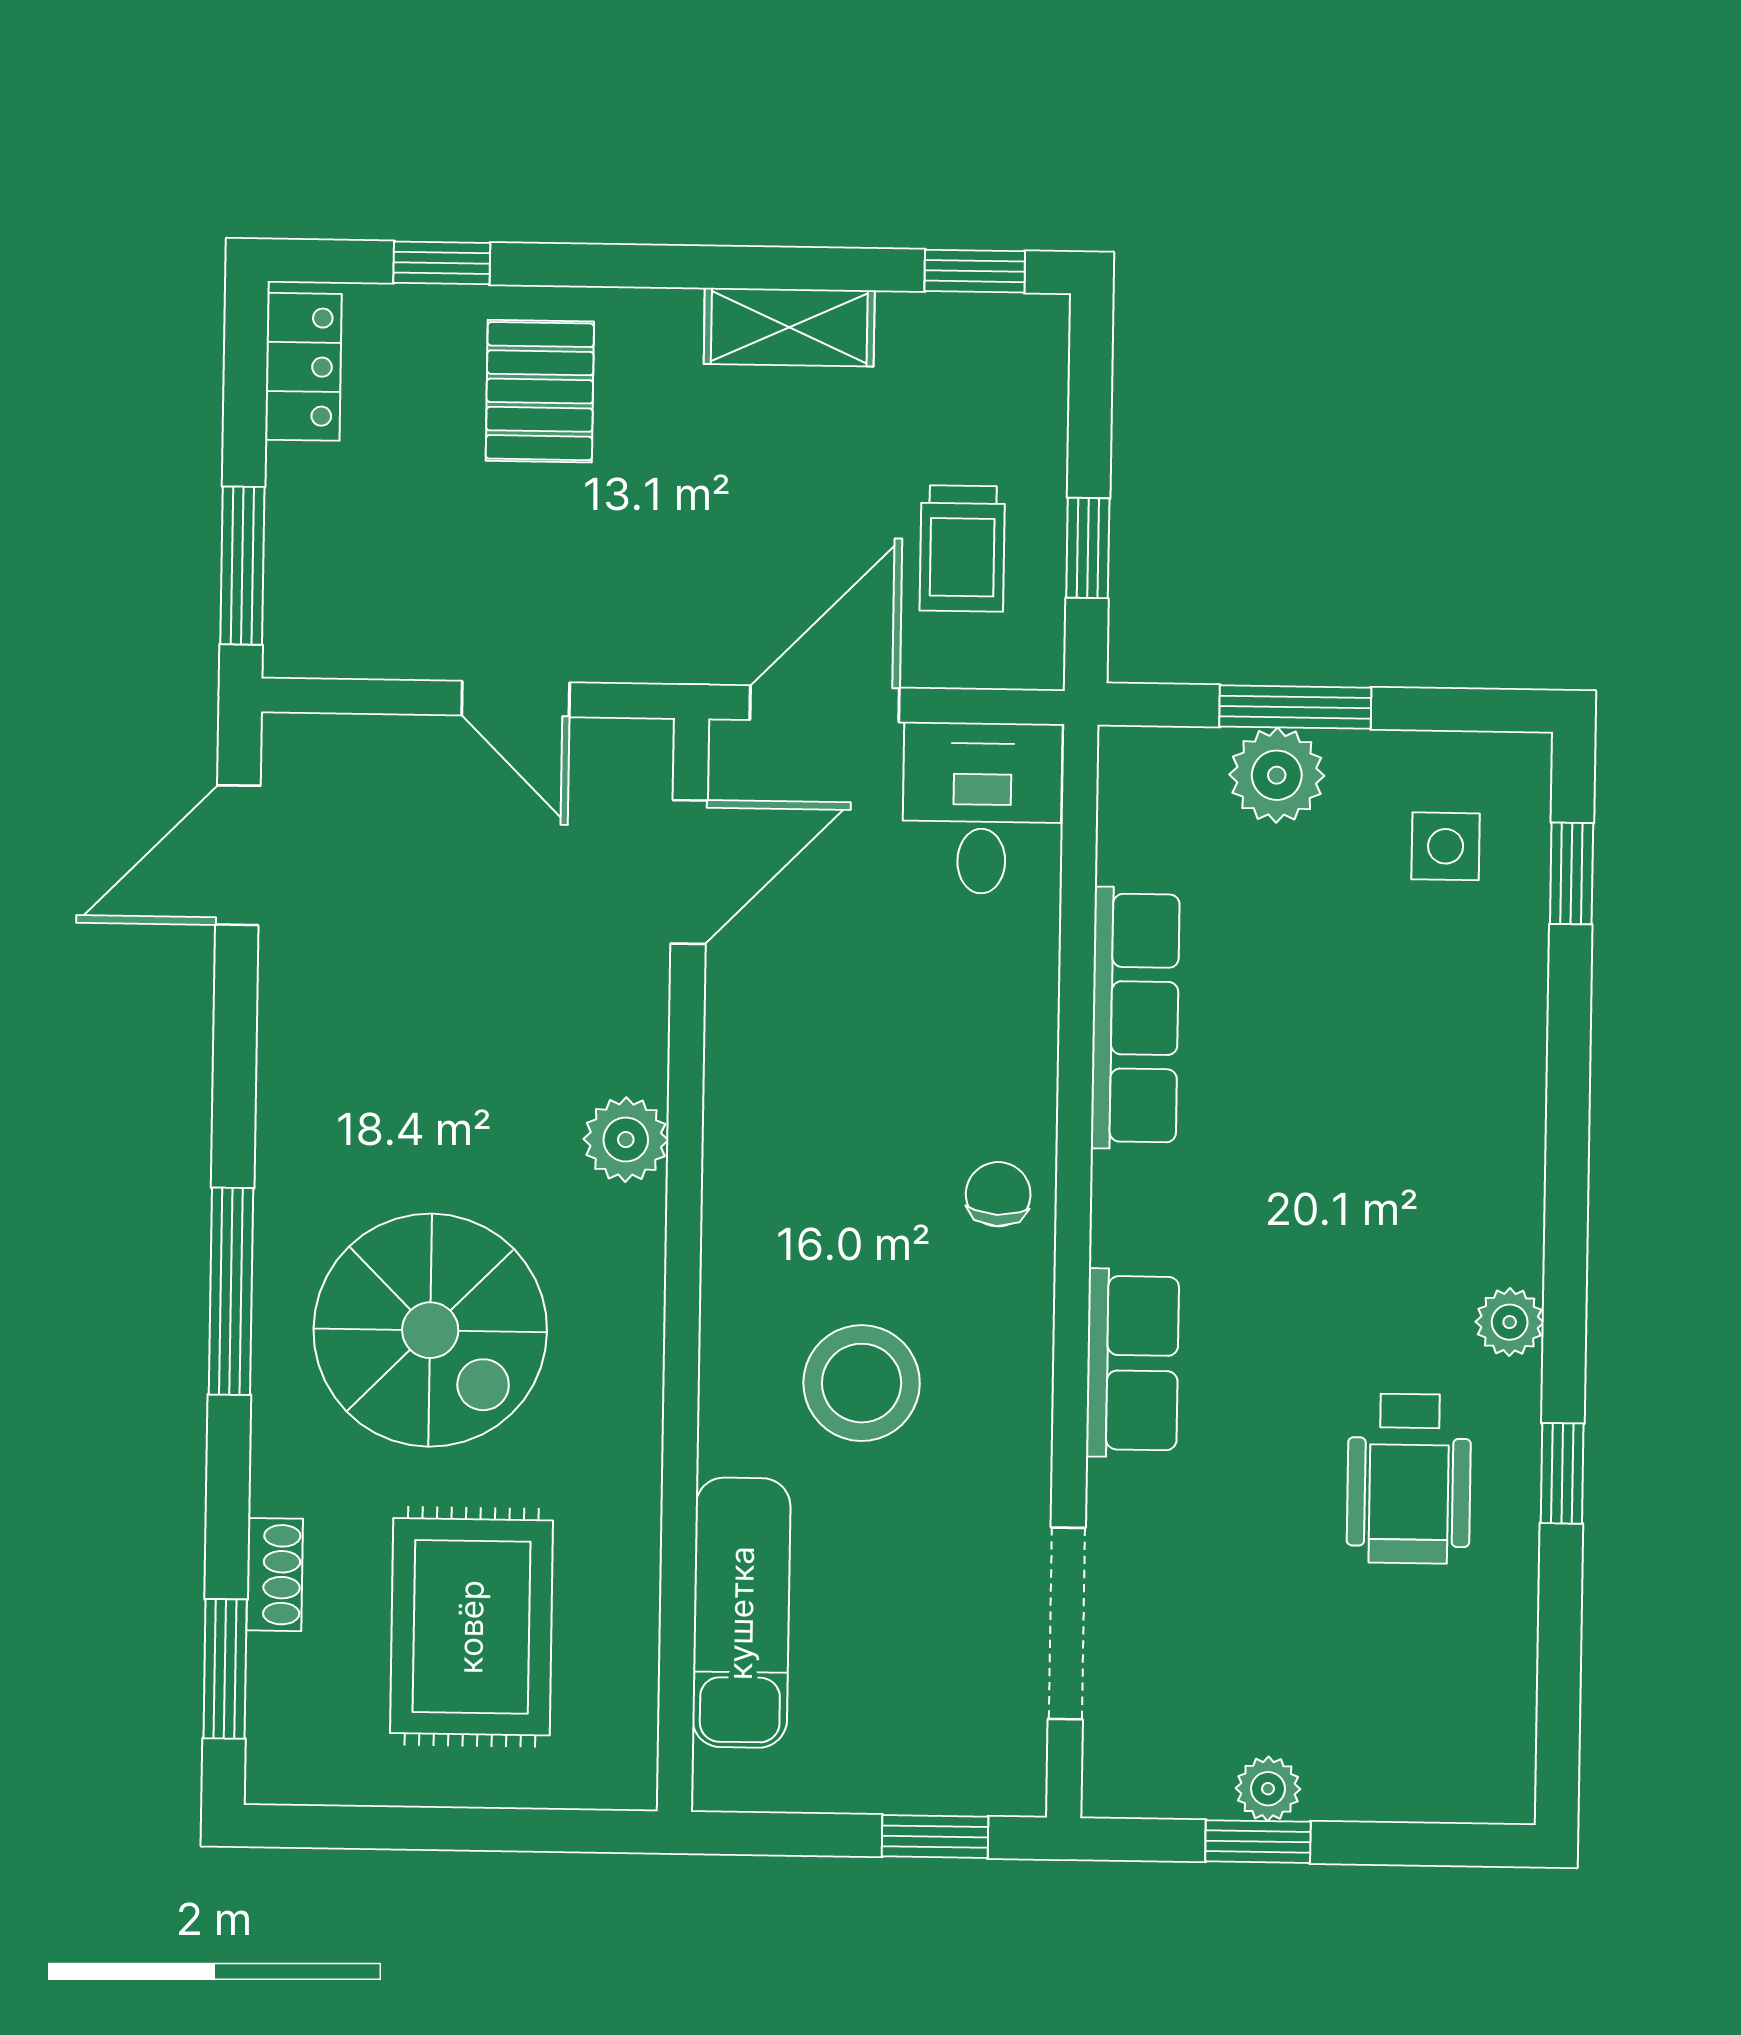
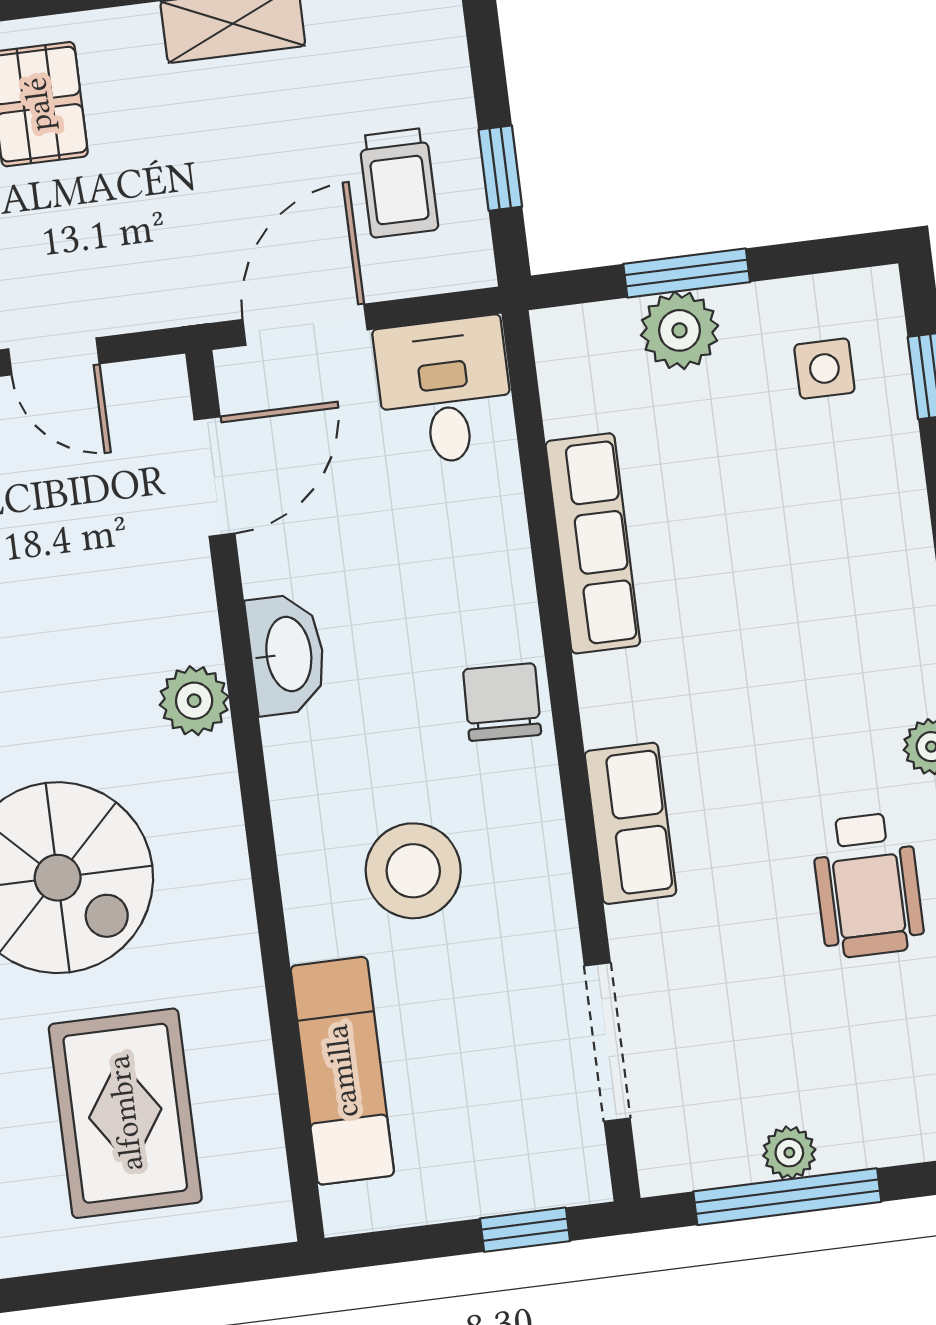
washbasin: (746, 1099) -> (287, 654), added
chair: (998, 1194) -> (502, 702), width x1.37, depth x1.37
window: (1258, 1842) -> (787, 1197), width x2.17

